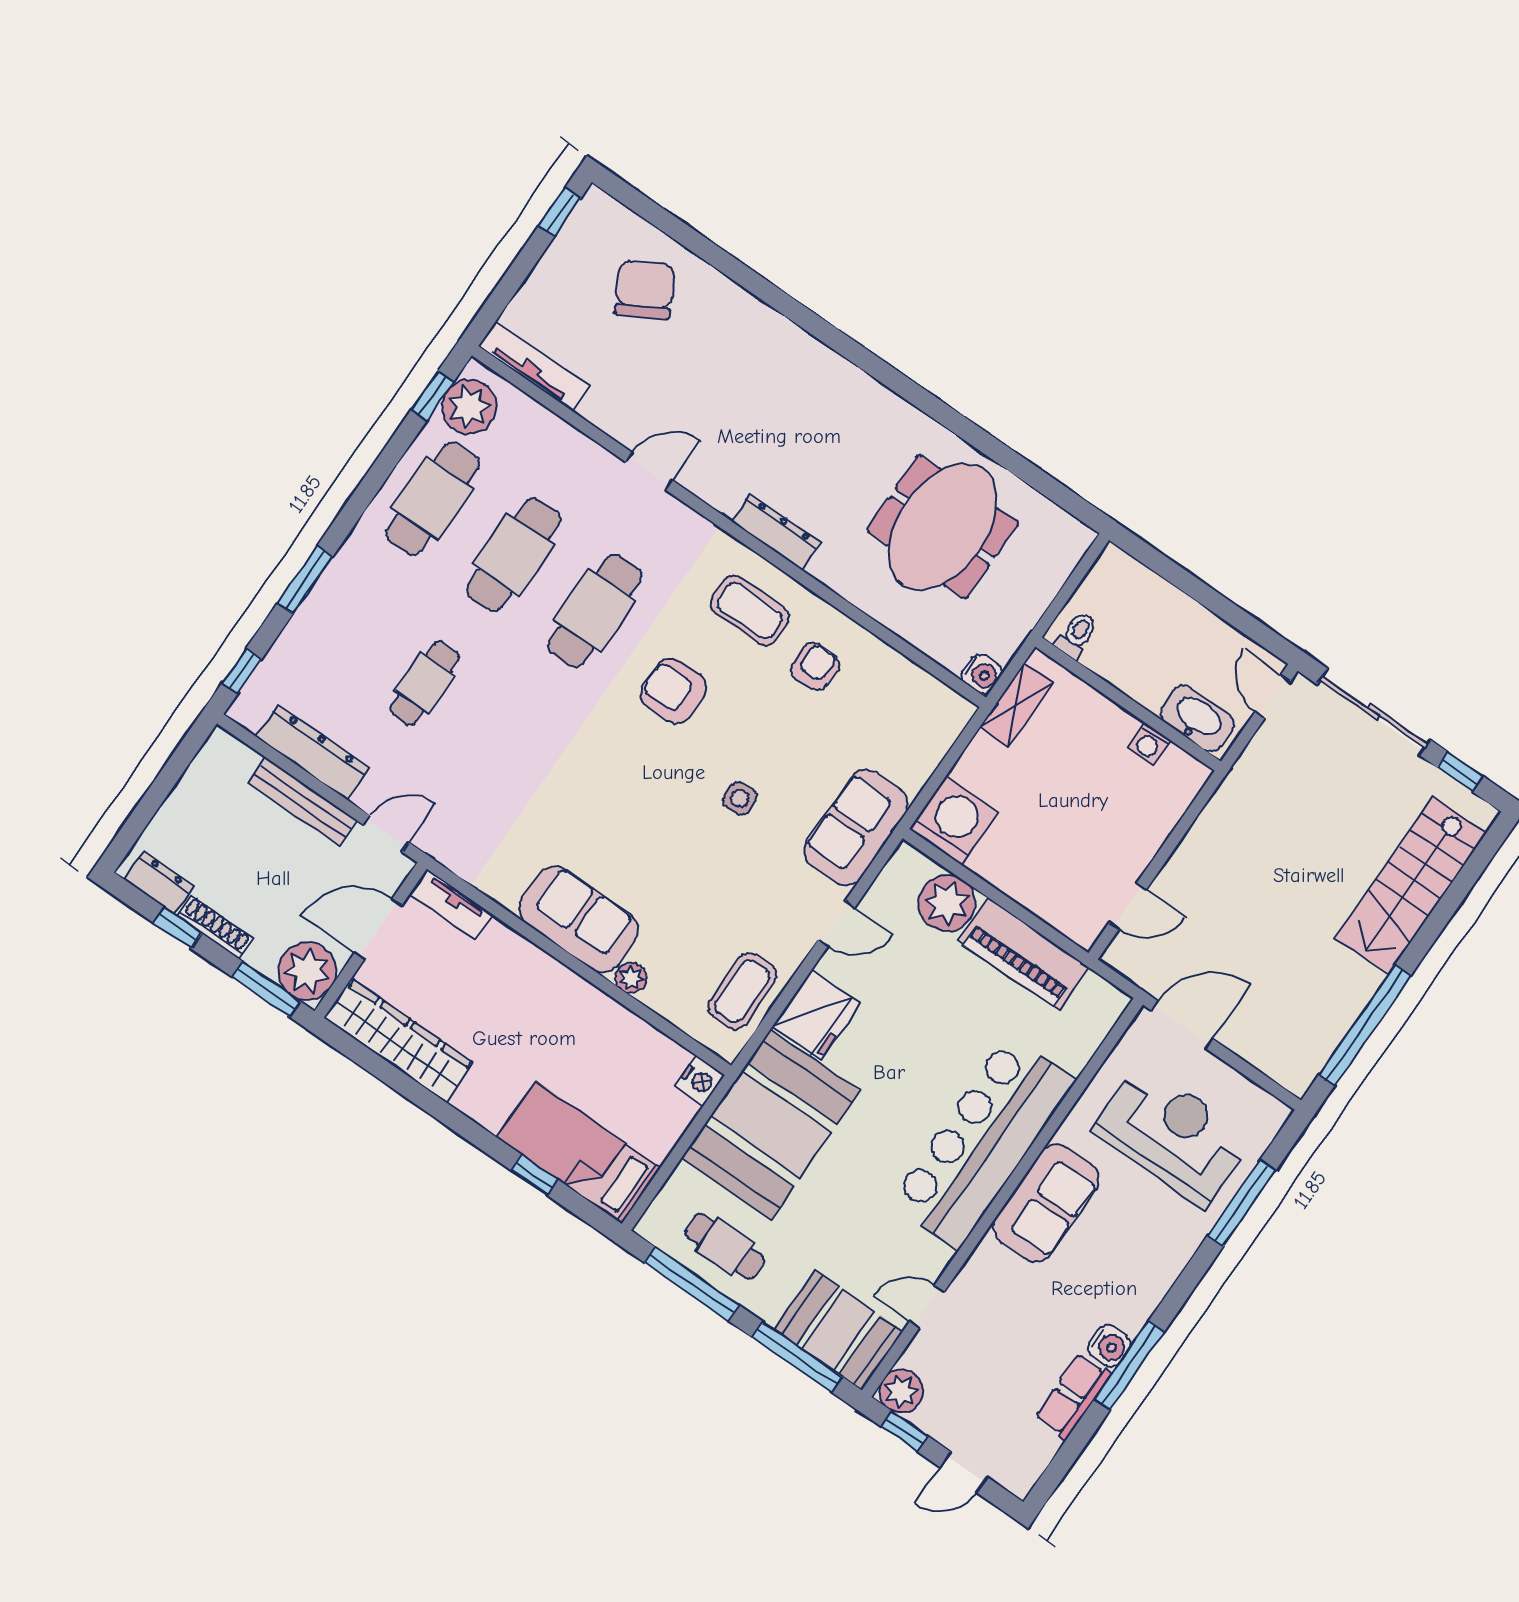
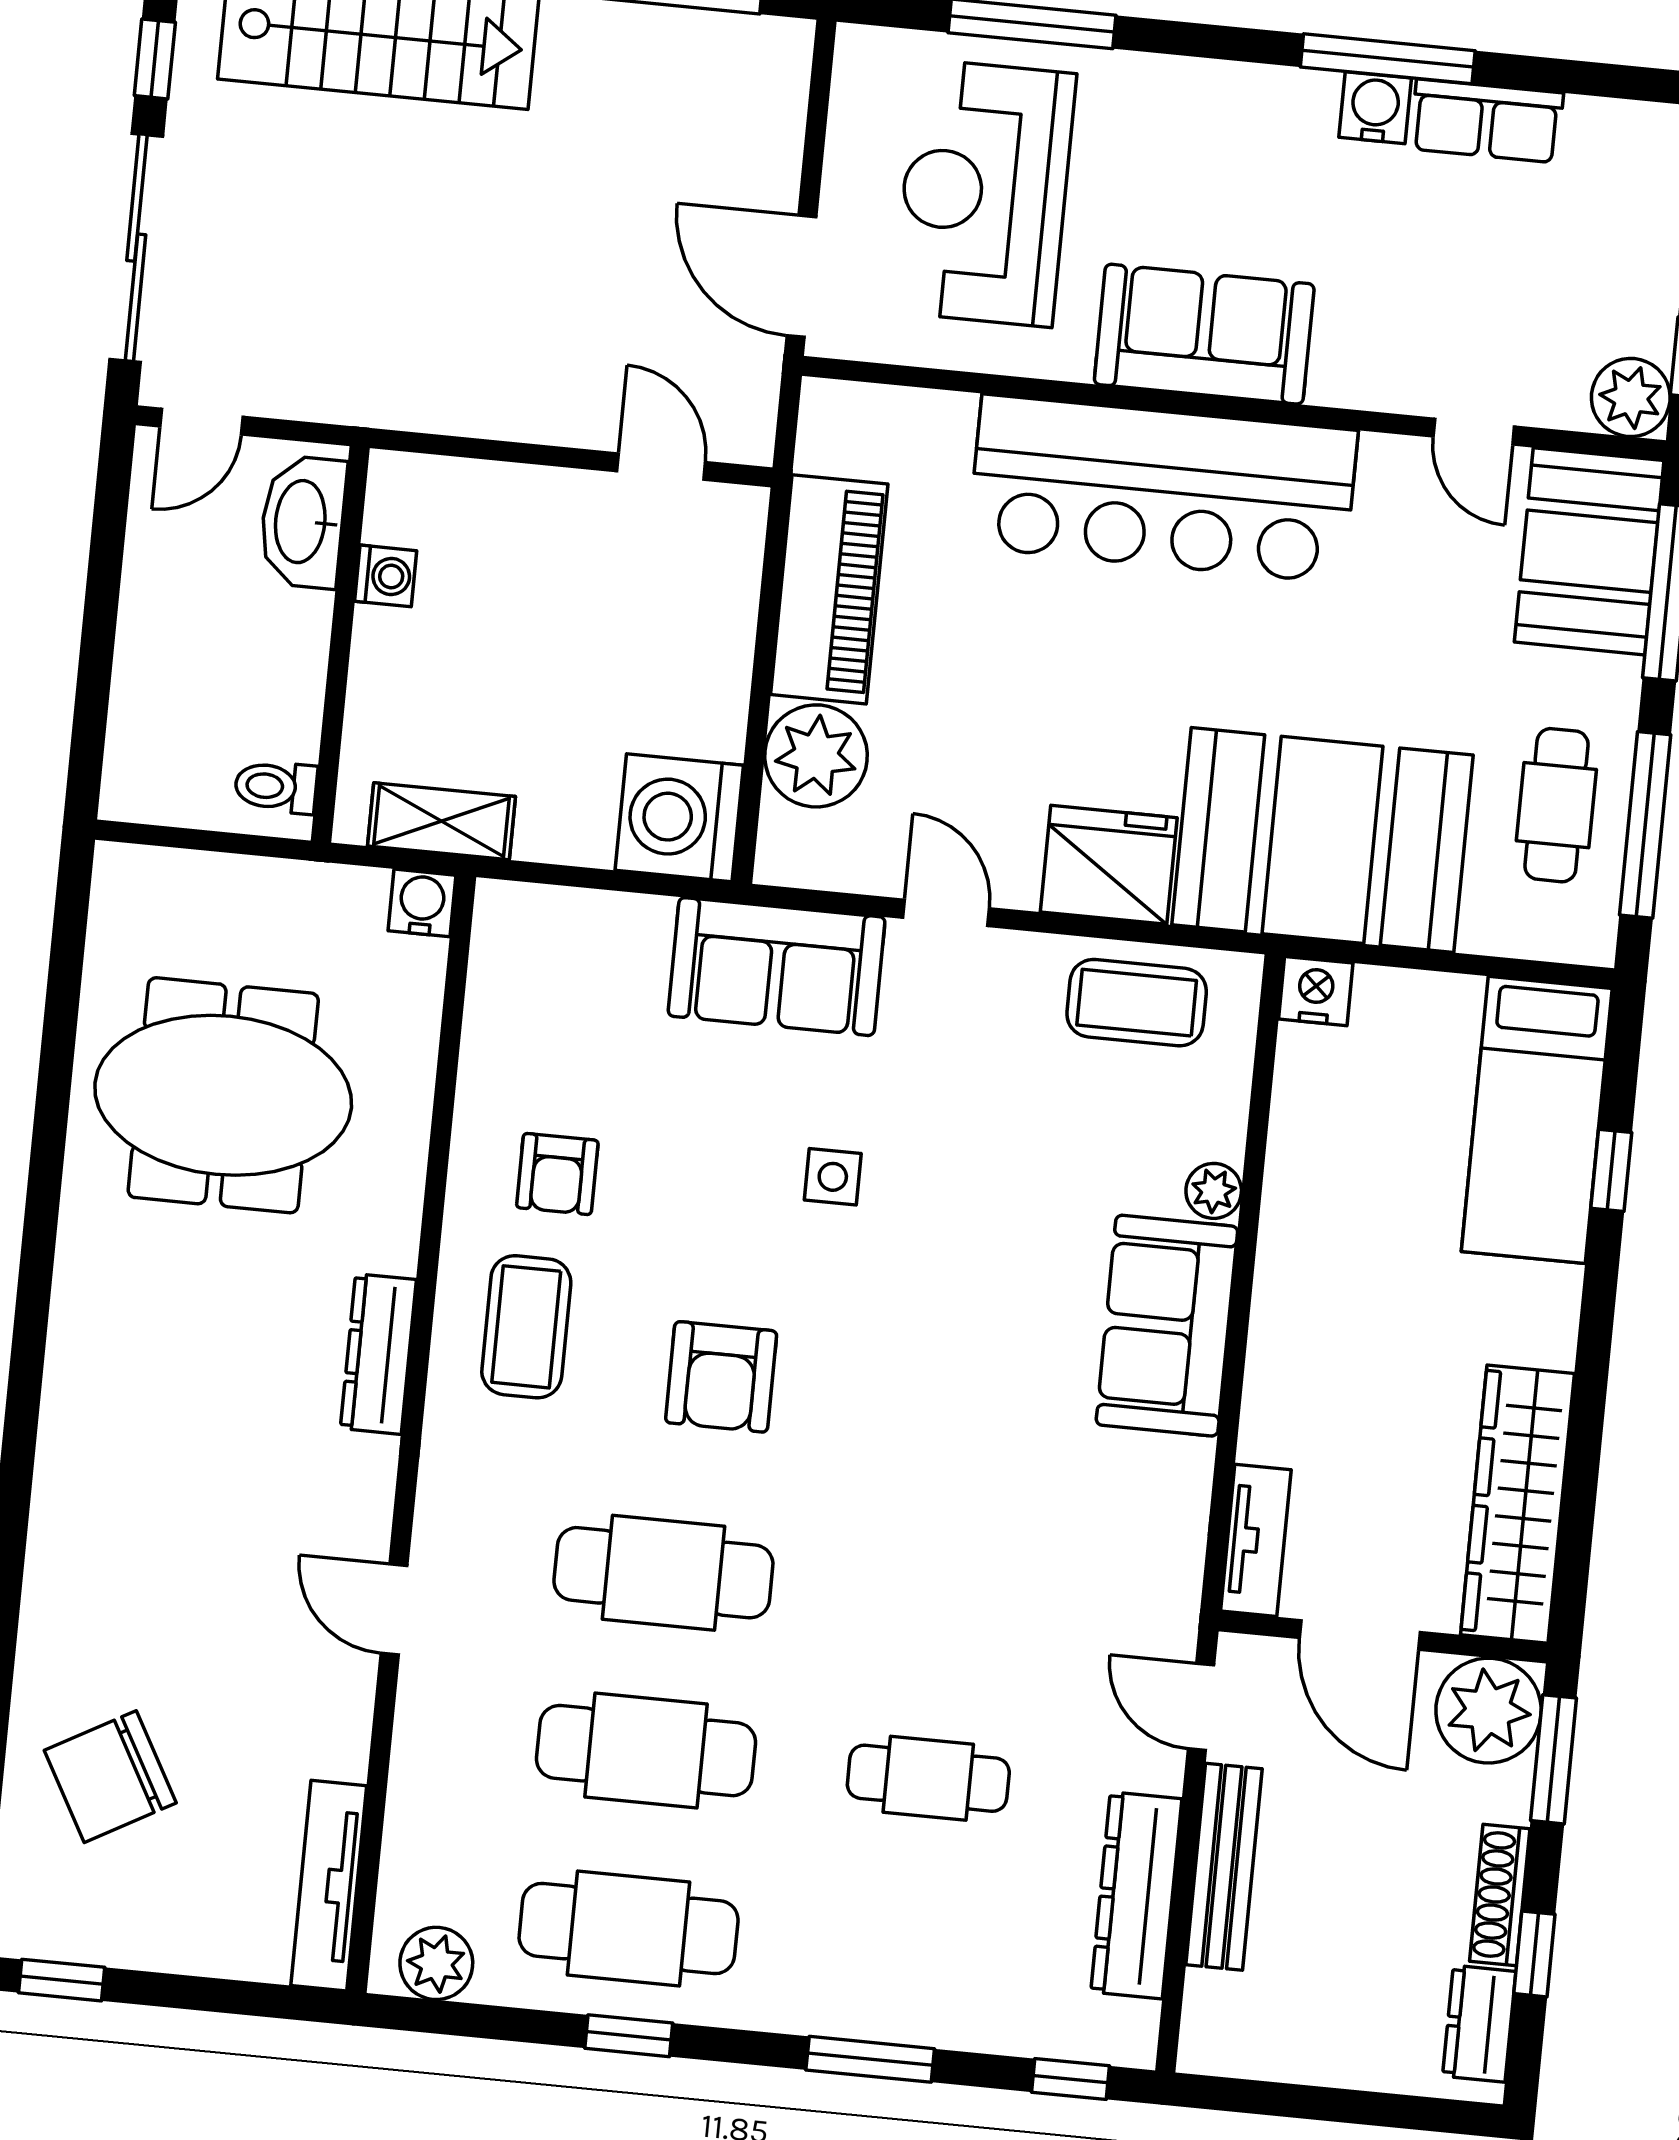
window: (432, 396) -> (629, 2036), moved
plant: (469, 407) -> (436, 1963), width x0.73, depth x0.73
armchair: (815, 666) -> (557, 1174), turned -90

